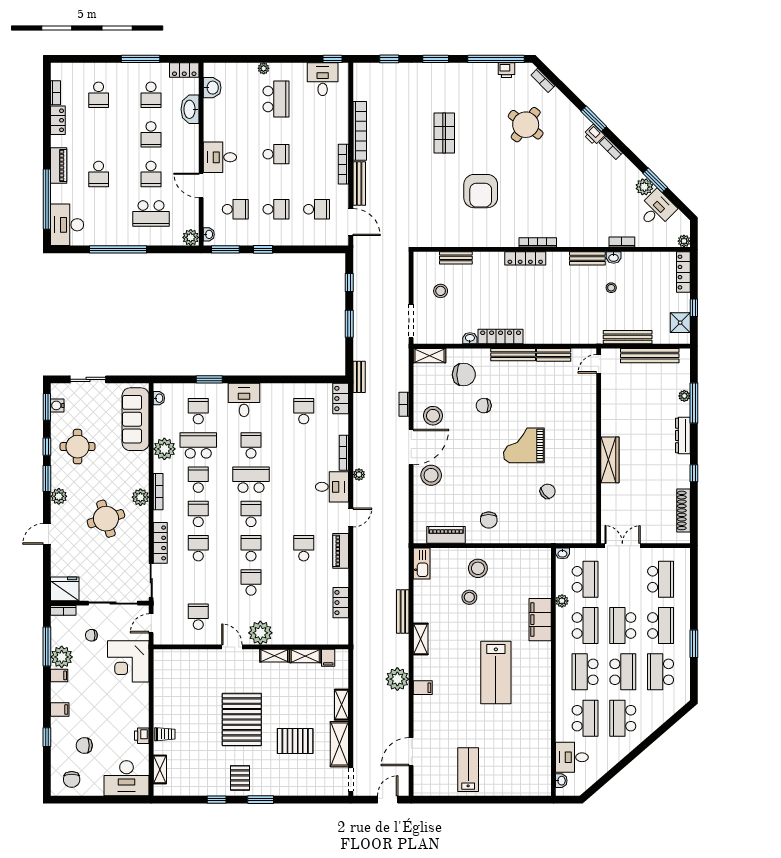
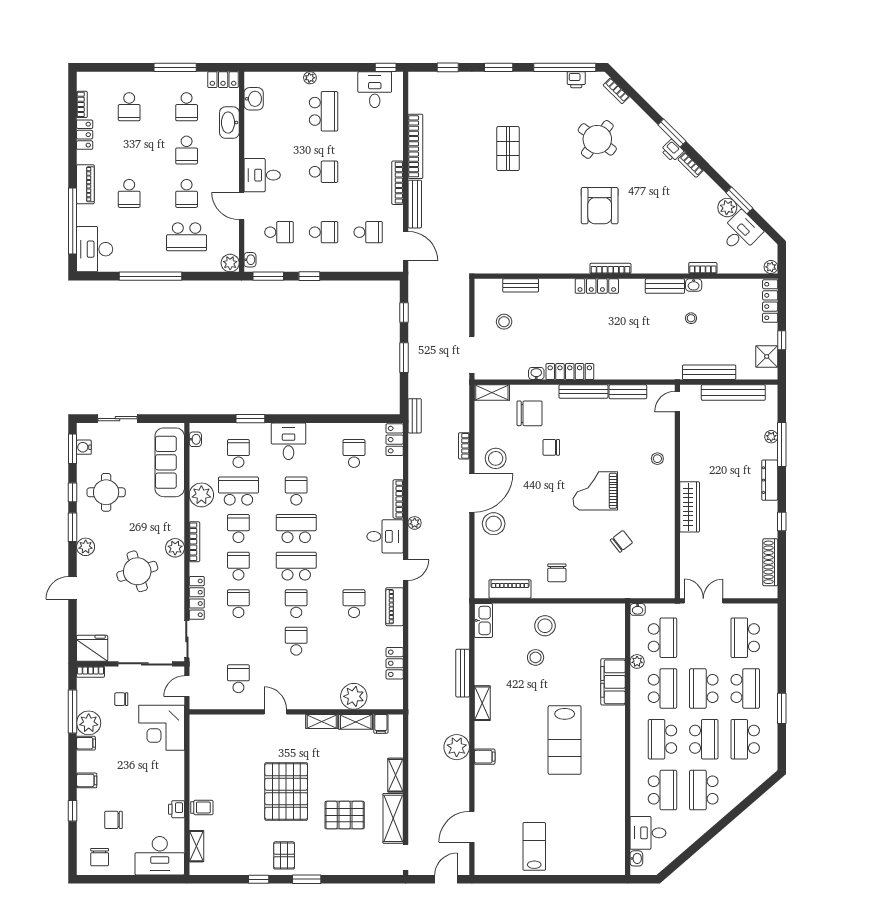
armchair: (481, 191) -> (600, 206), moved
stool: (580, 416) -> (657, 459), added
school desk: (251, 514) -> (296, 566), width x1.85
school desk: (661, 579) -> (745, 638), turned 180
plant: (260, 633) -> (354, 696), moved

